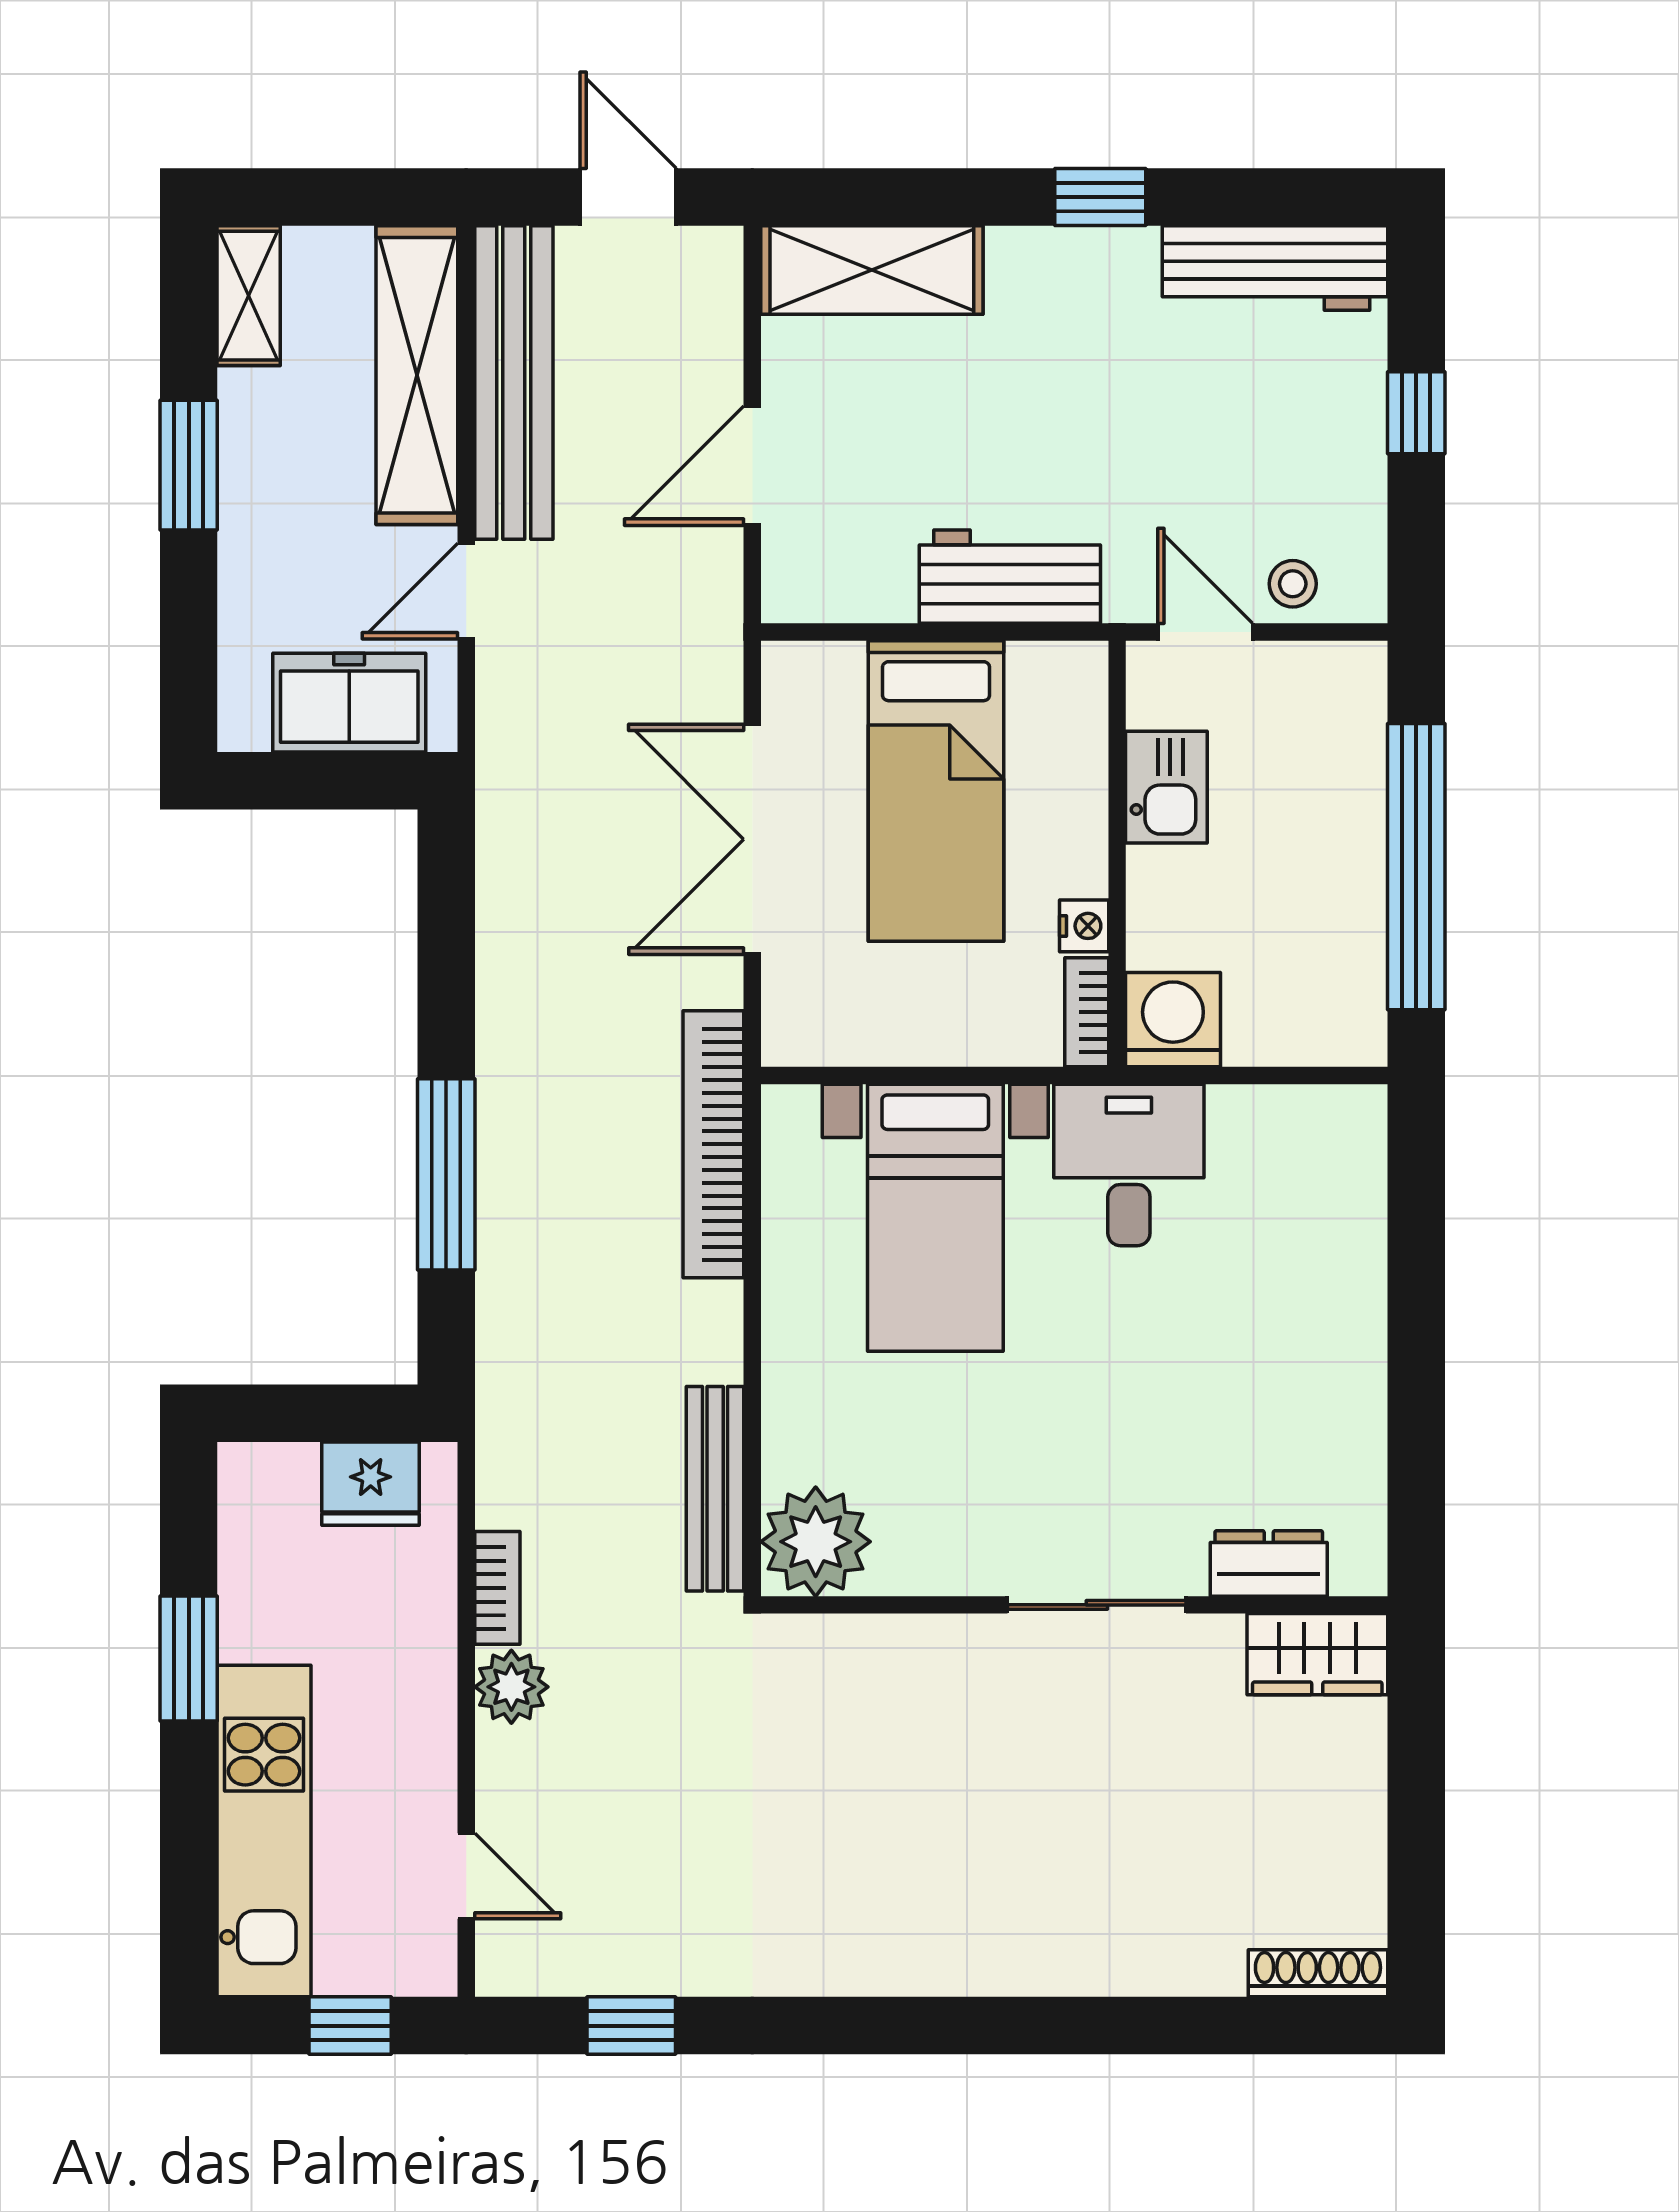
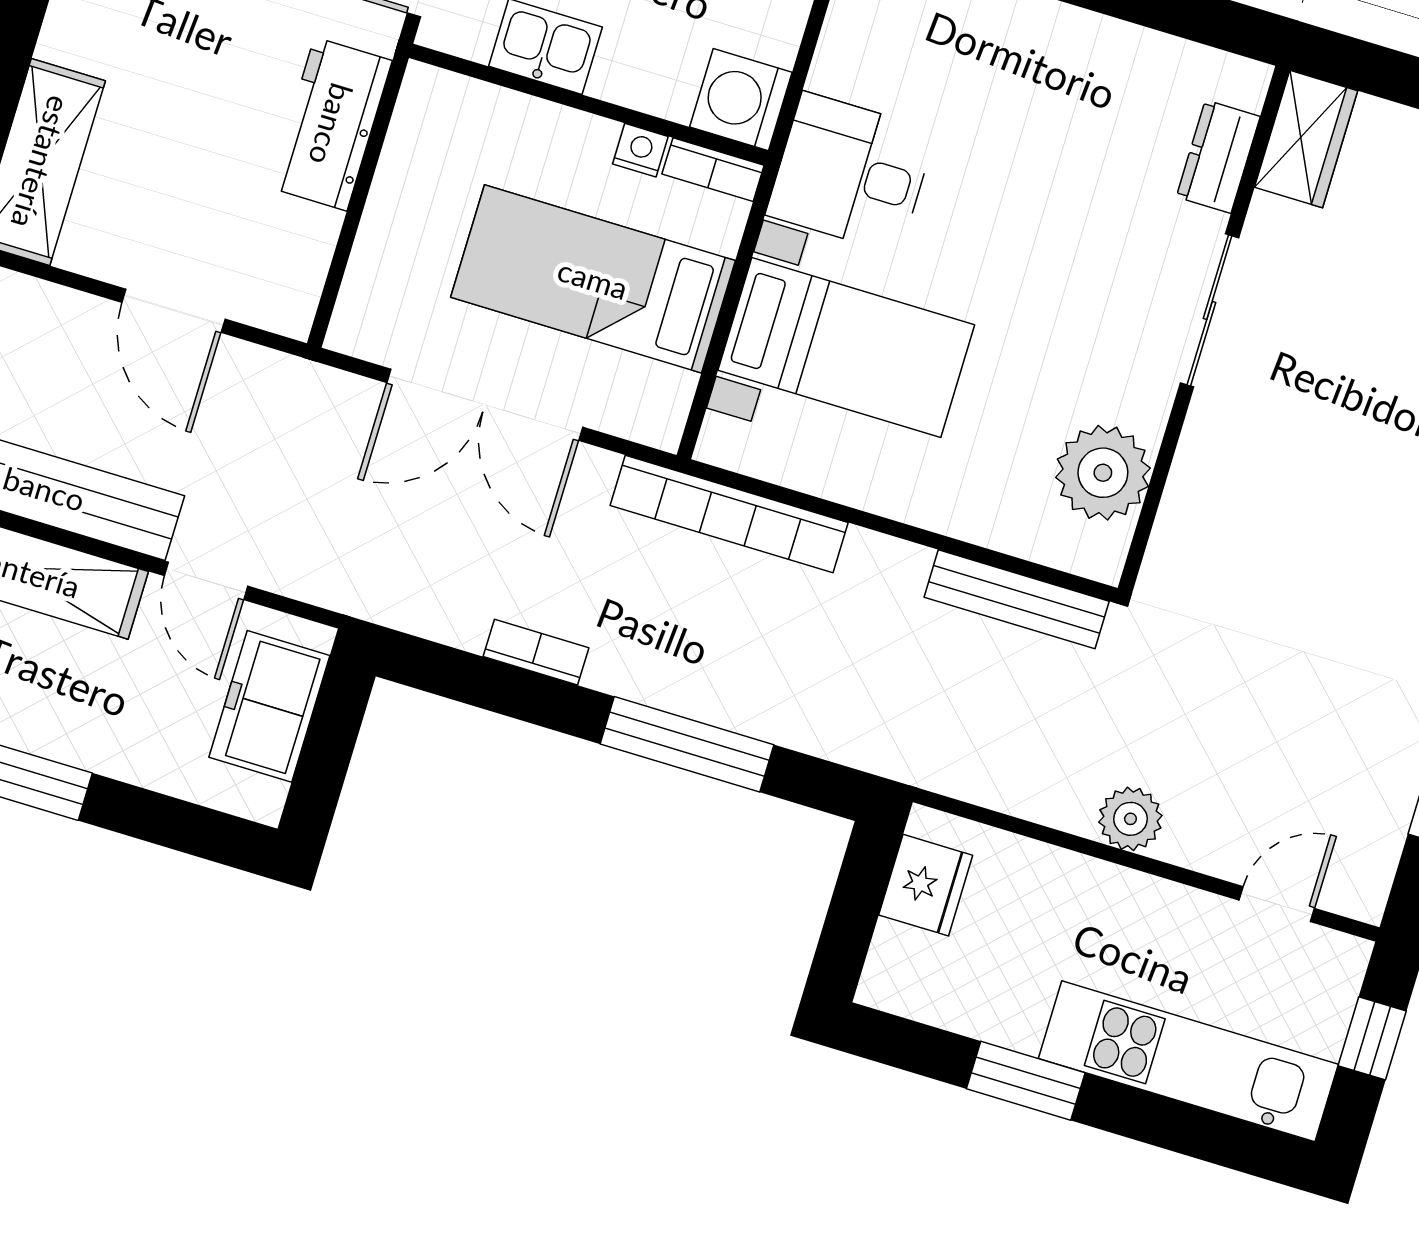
bed: (936, 791) -> (593, 279), moved, turned 180
plant: (816, 1542) -> (1103, 473), moved
bookcase: (497, 1588) -> (536, 652), moved

